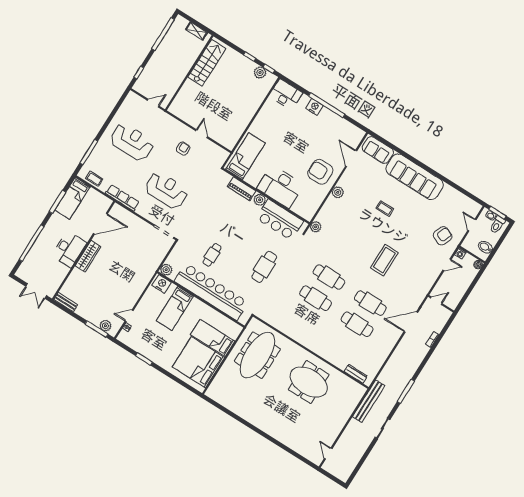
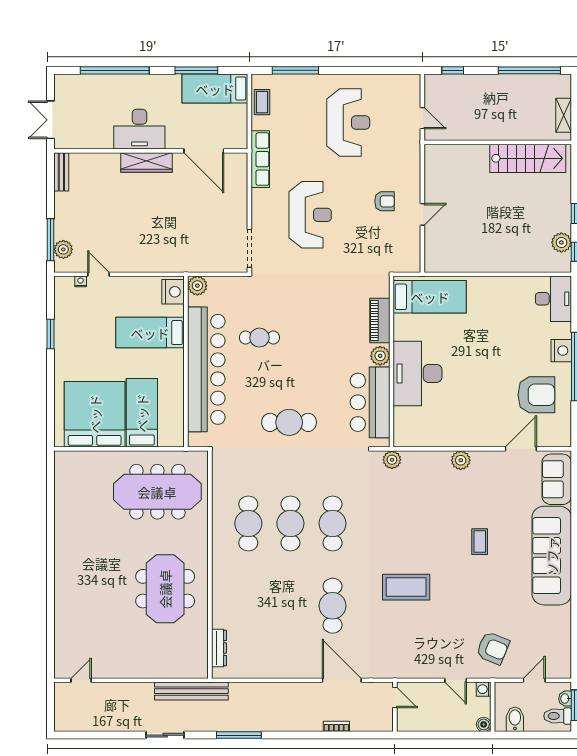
armchair: (320, 172) -> (536, 395), moved, turned 90
cafe table: (357, 324) -> (248, 523), moved

